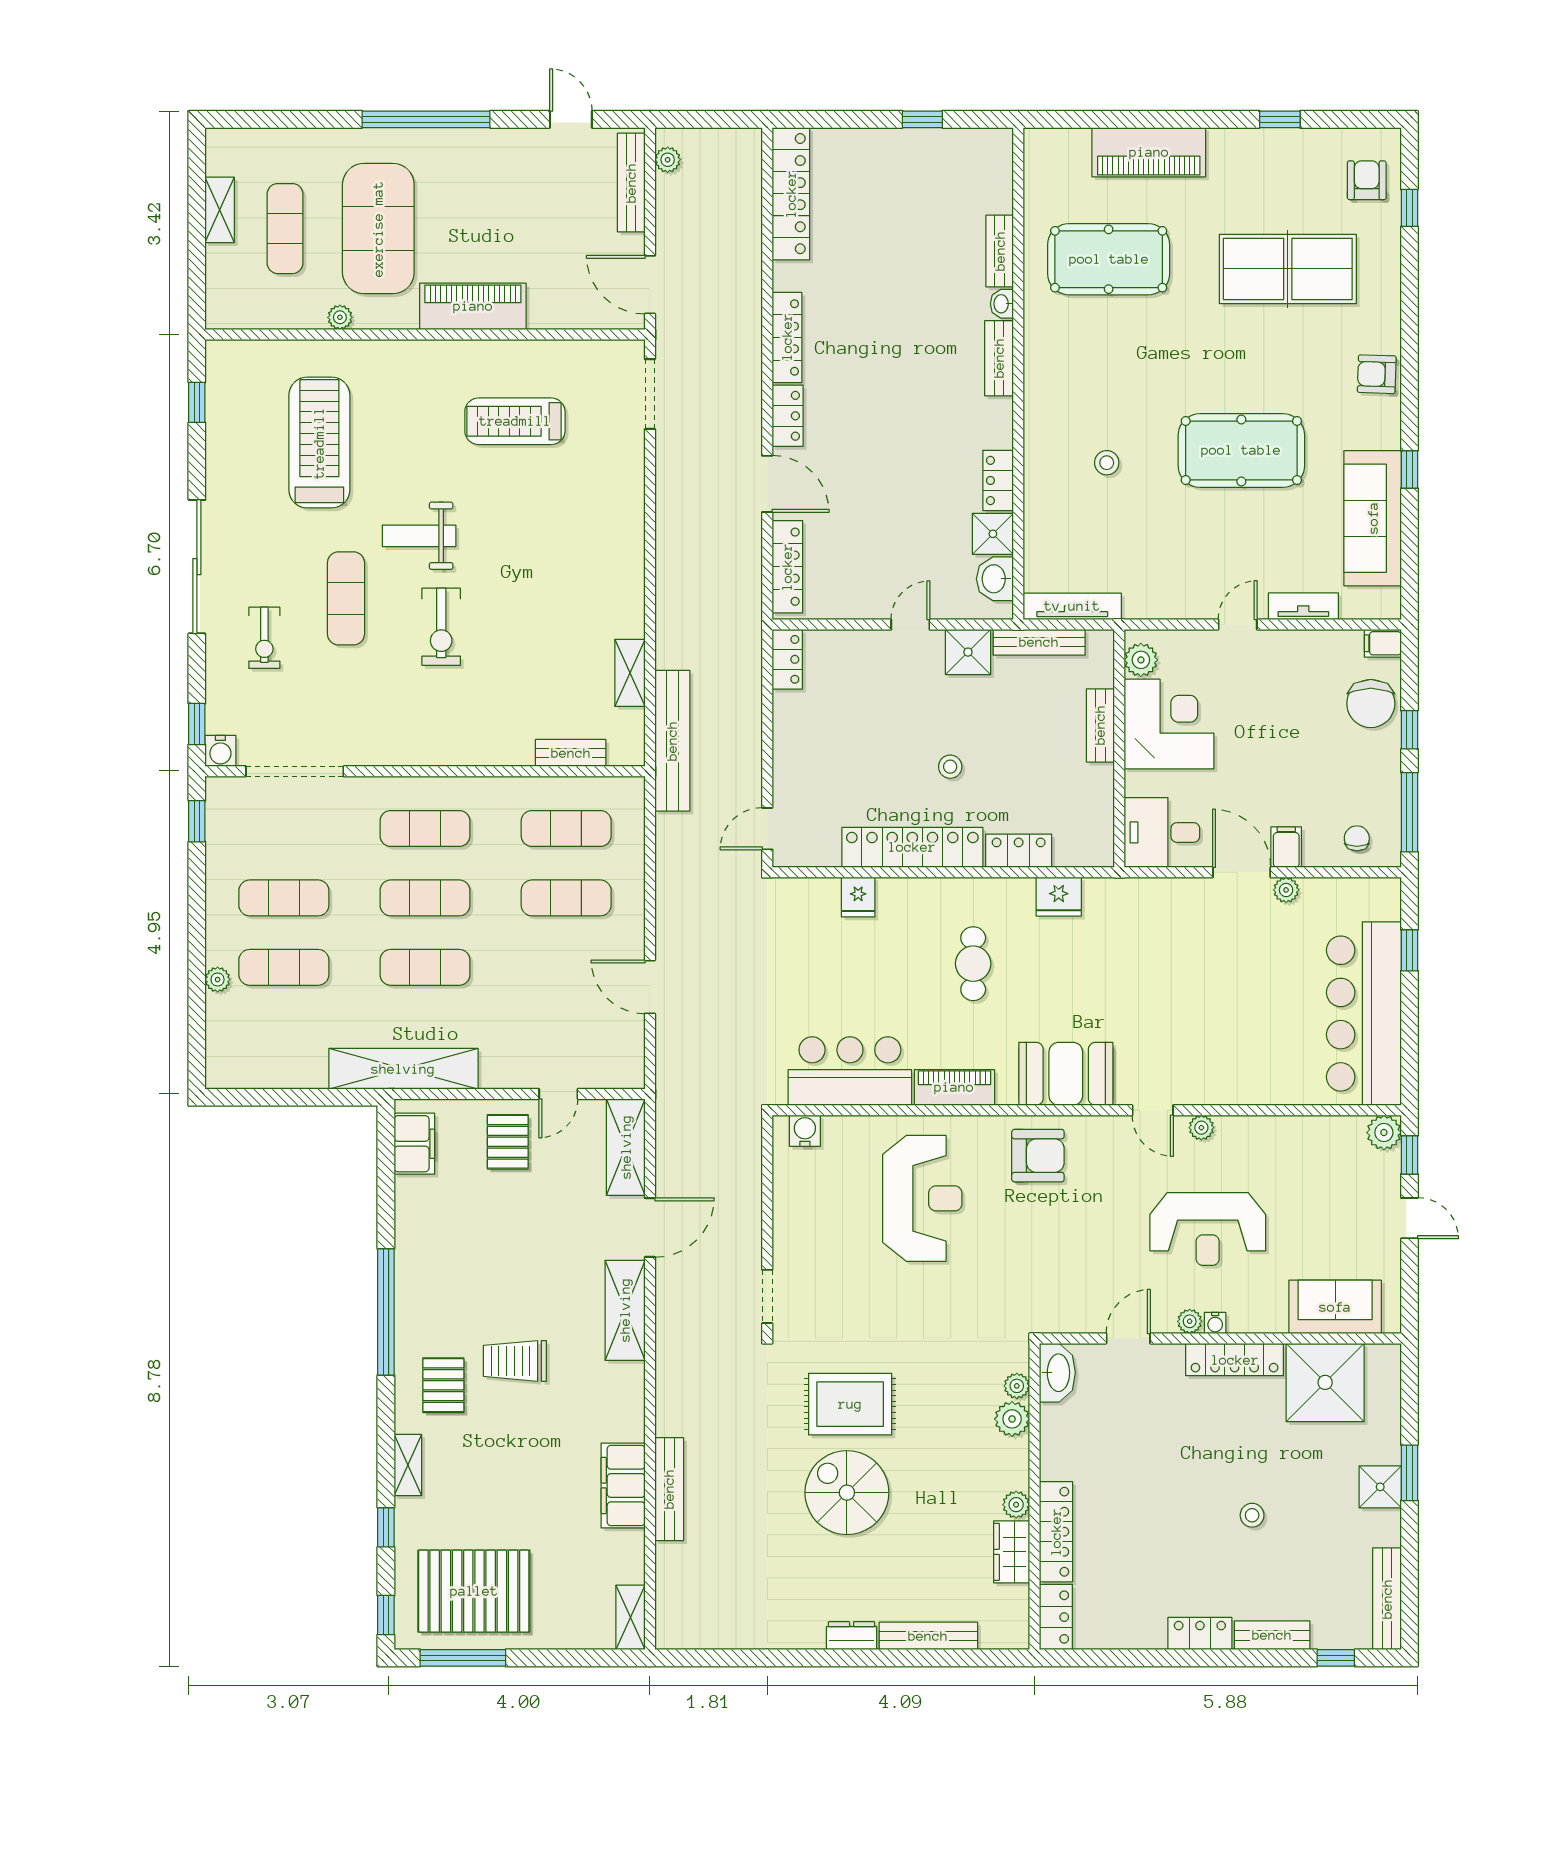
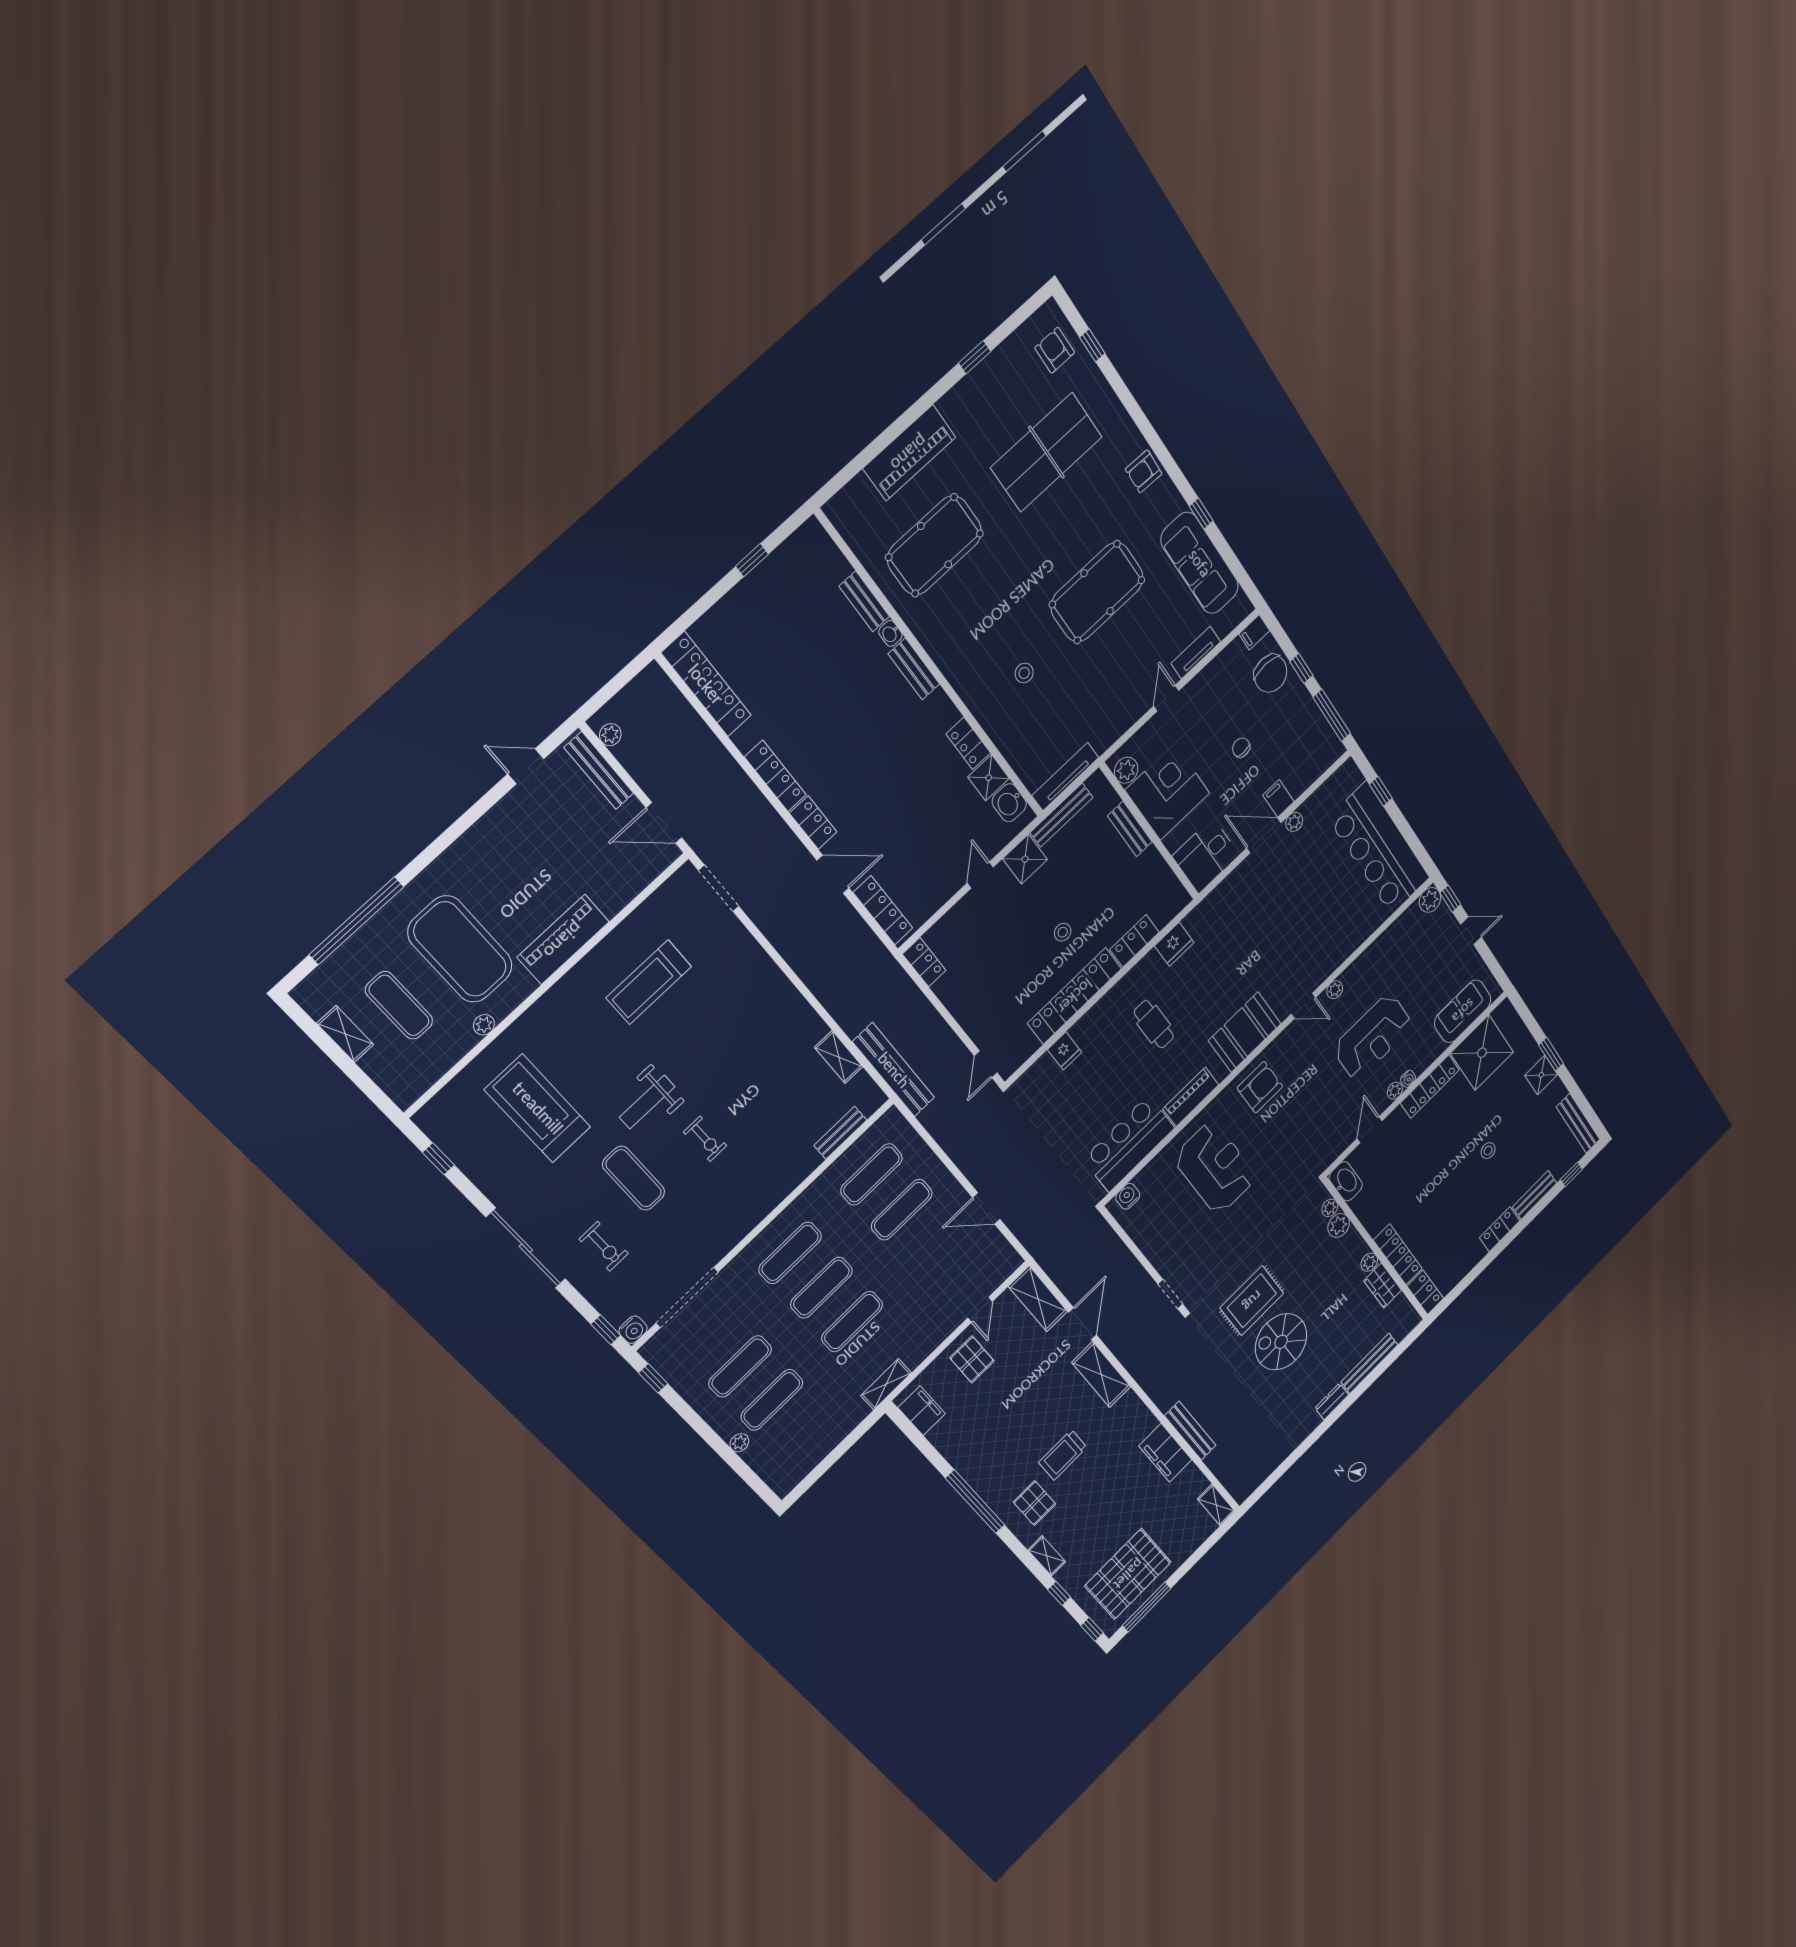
window: (426, 119) -> (357, 921), moved
exercise bike: (441, 627) -> (705, 1139), width x0.73, depth x0.72
chair: (1357, 838) -> (1241, 748), moved
shelving: (403, 1069) -> (886, 1384), width x0.45, depth x0.75

